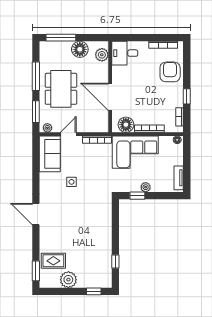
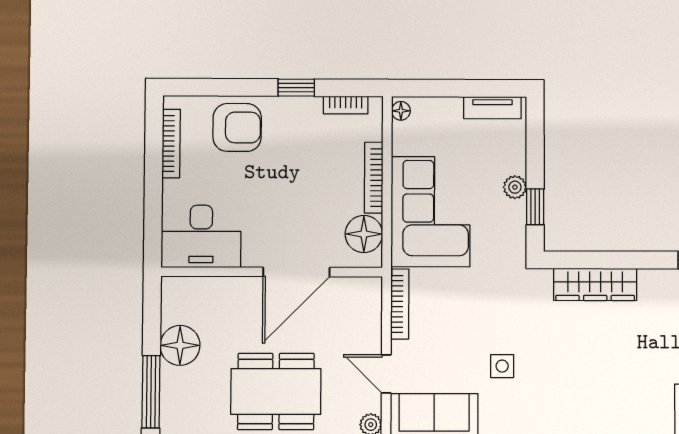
desk: (125, 53) -> (201, 236), width x1.37
plant: (102, 55) -> (194, 292), removed
armchair: (170, 72) -> (237, 127), turned 180
wardrobe: (105, 220) -> (595, 284), added

